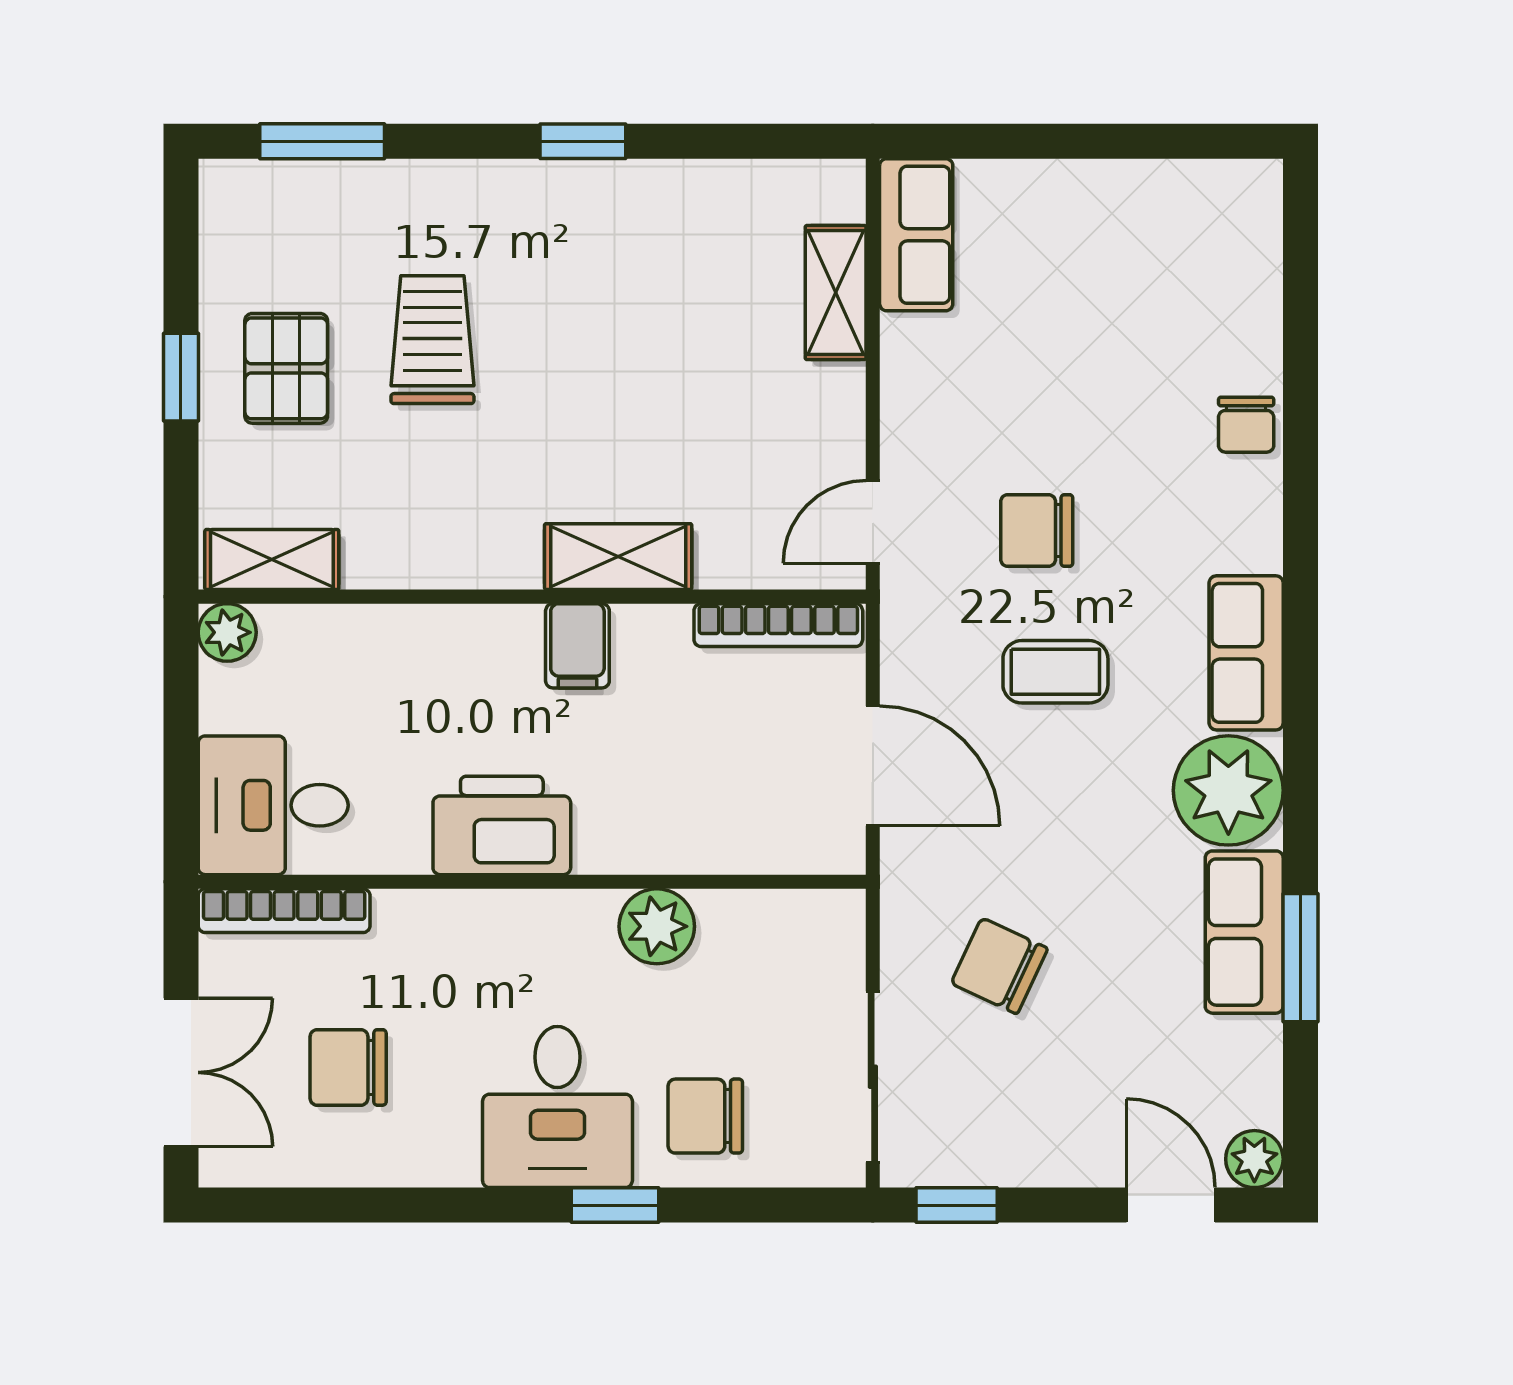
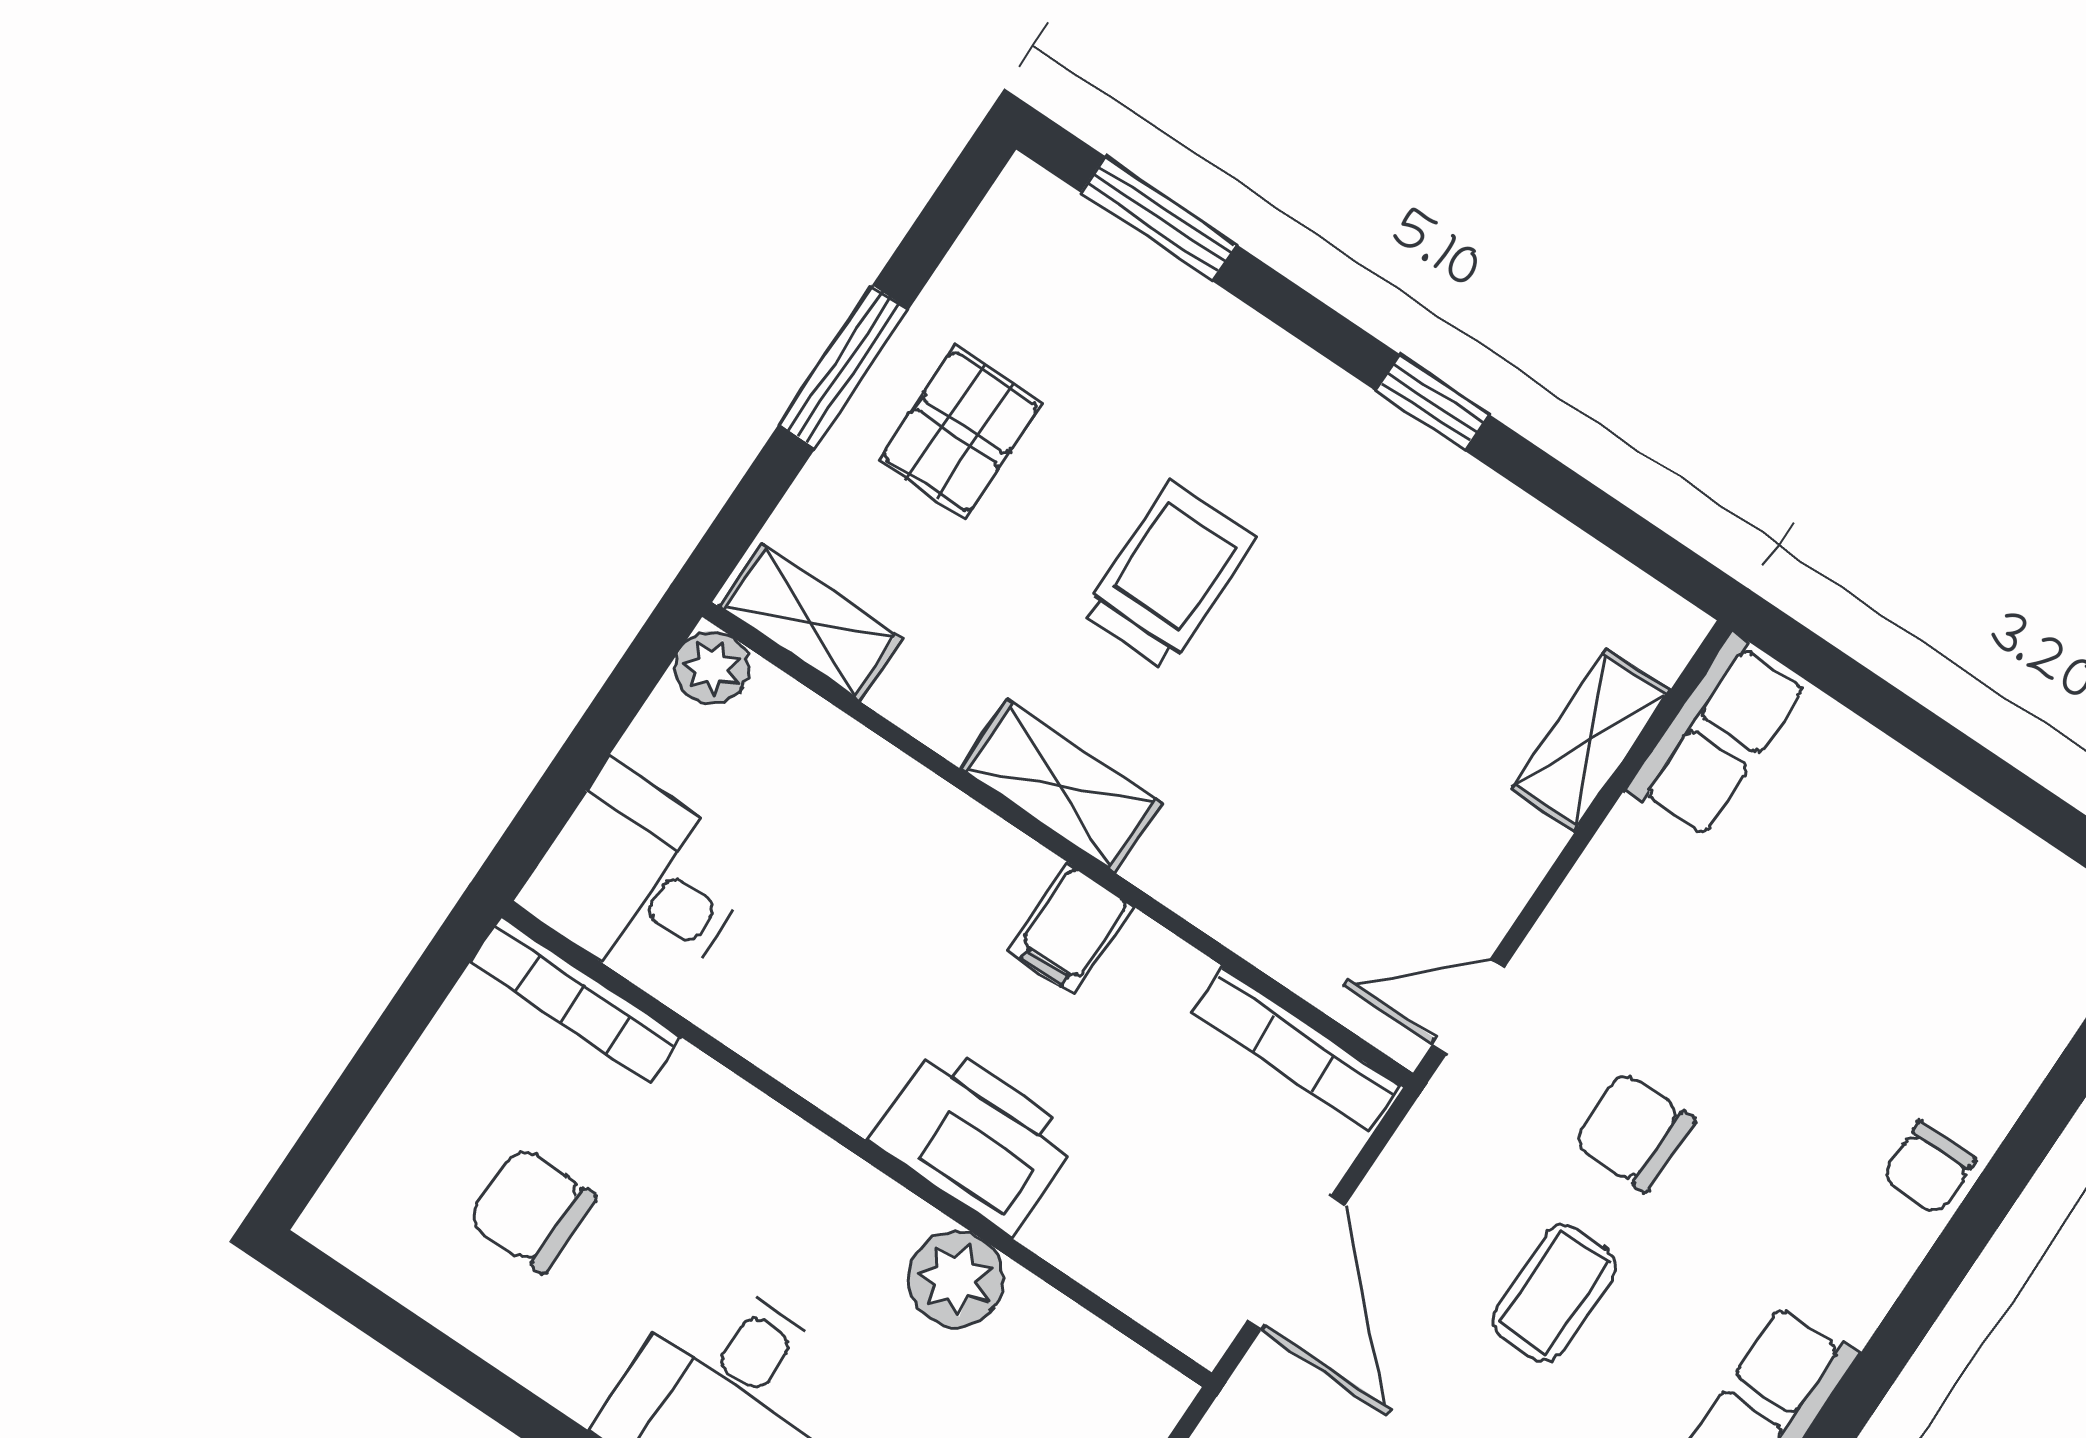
trolley: (432, 340) -> (1168, 576), moved
window: (181, 377) -> (844, 367), width x1.50
shelving: (618, 557) -> (1061, 786), moved
coffee table: (1055, 672) -> (1554, 1293), turned 90
printer: (502, 825) -> (975, 1138), moved
double door: (181, 1072) -> (353, 1097), removed

